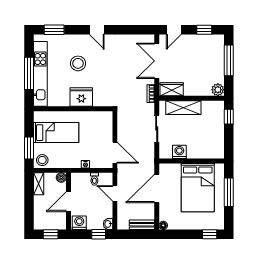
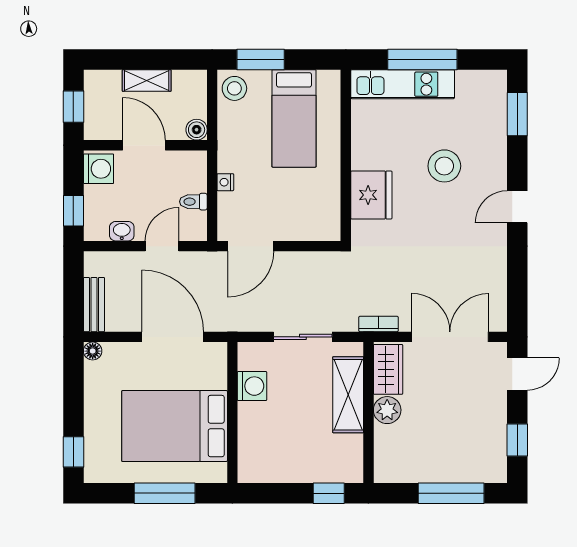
door: (174, 30) -> (517, 374), swing flipped
kitchen unit: (40, 74) -> (403, 84), width x0.73
plant: (218, 90) -> (387, 410), moved
fridge: (81, 97) -> (371, 195), moved
shelving: (39, 184) -> (147, 81), moved
washbasin: (108, 224) -> (122, 231), moved

